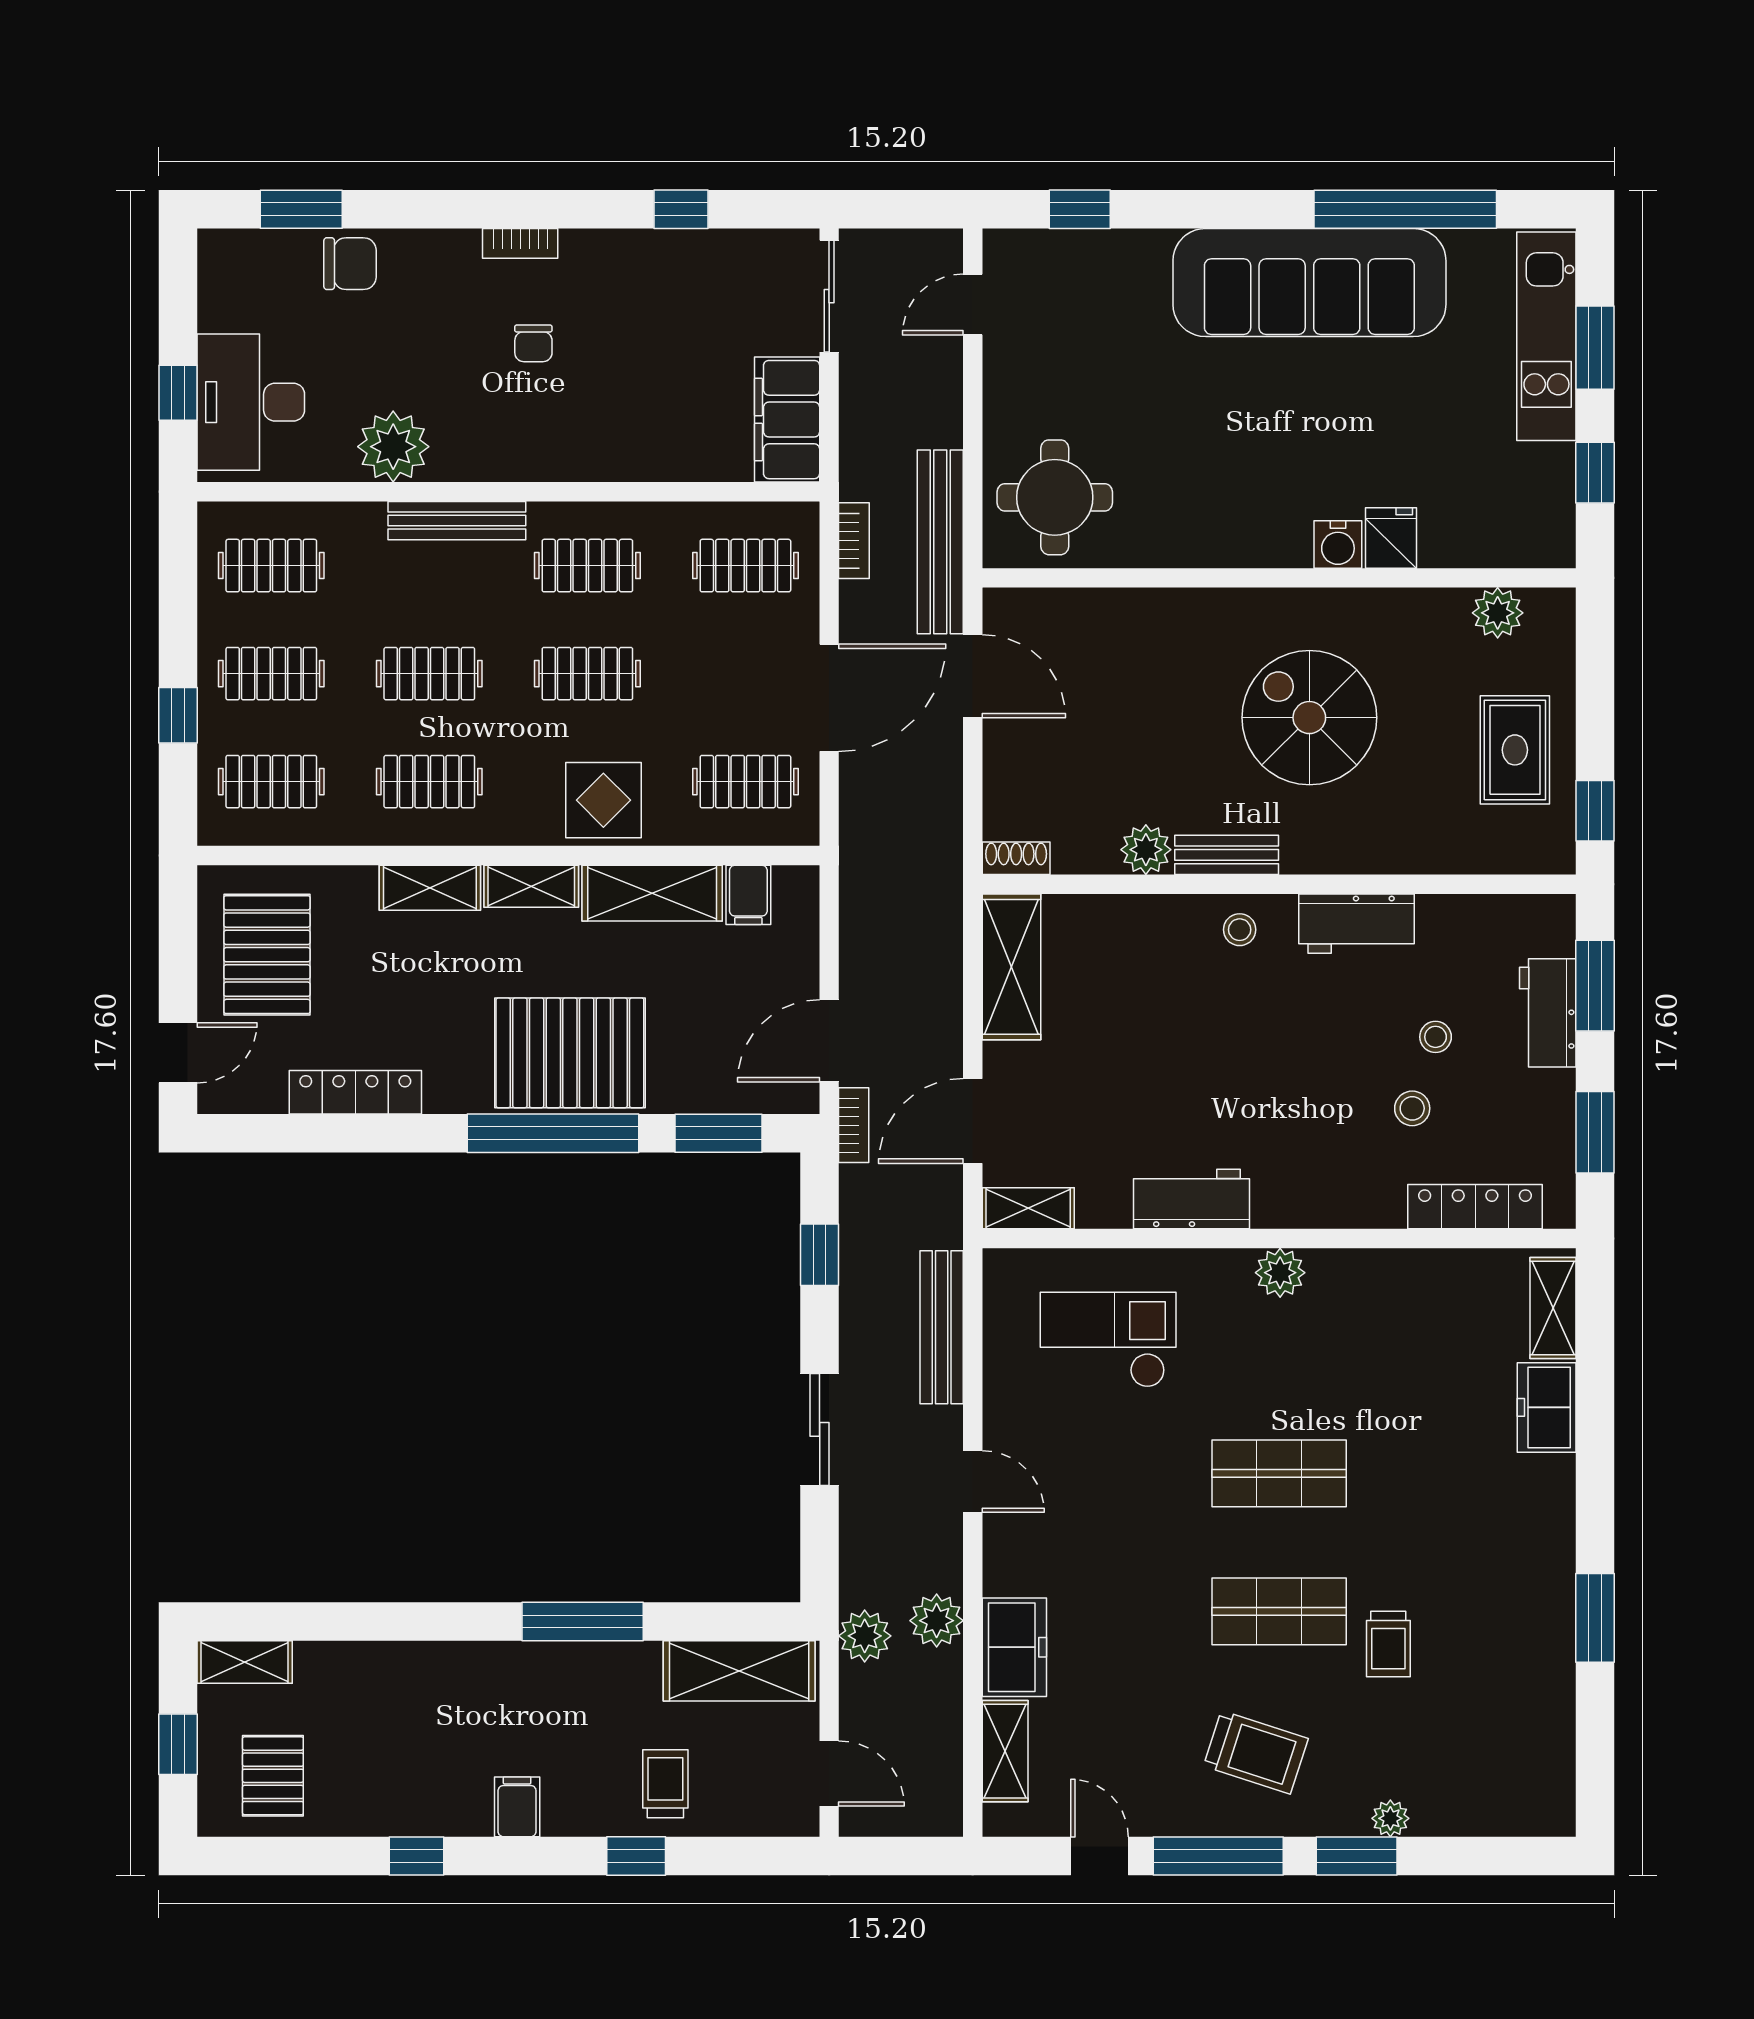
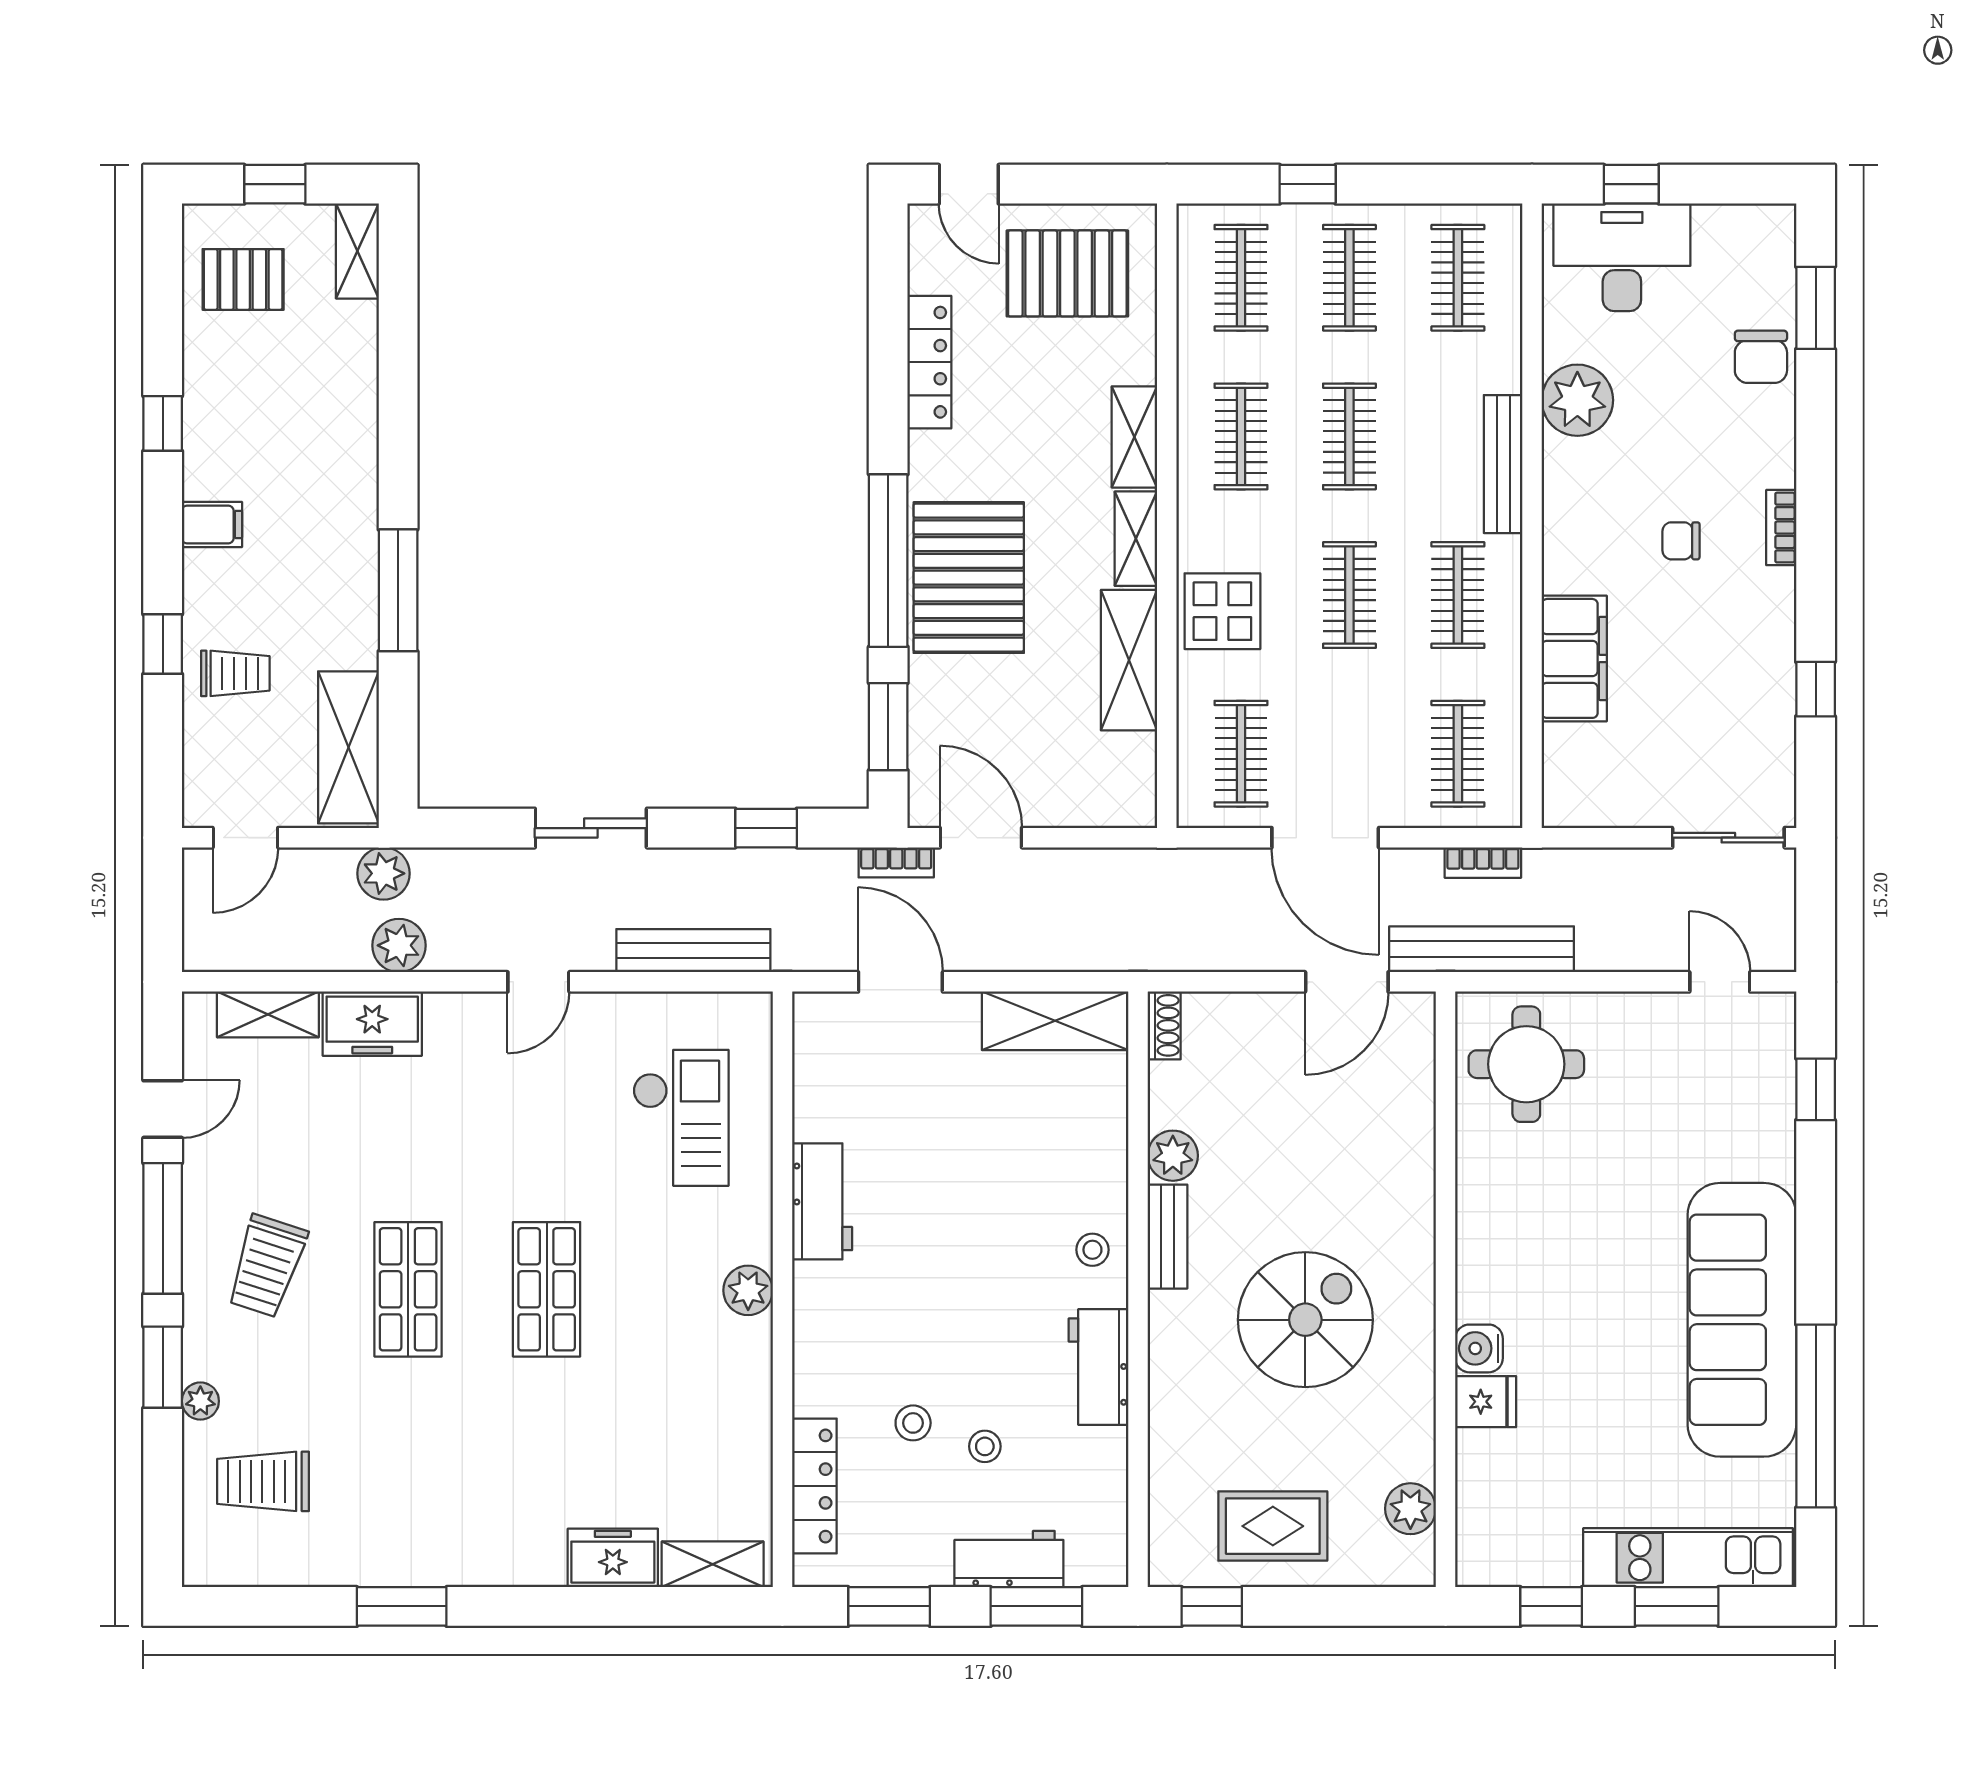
filing cabinet: (787, 420) -> (1574, 658), moved, turned 90
filing cabinet: (748, 895) -> (1127, 757), removed
shelving: (1028, 1208) -> (813, 1038), removed
trolley: (1388, 1644) -> (263, 1481), moved, width x1.36, depth x1.39

